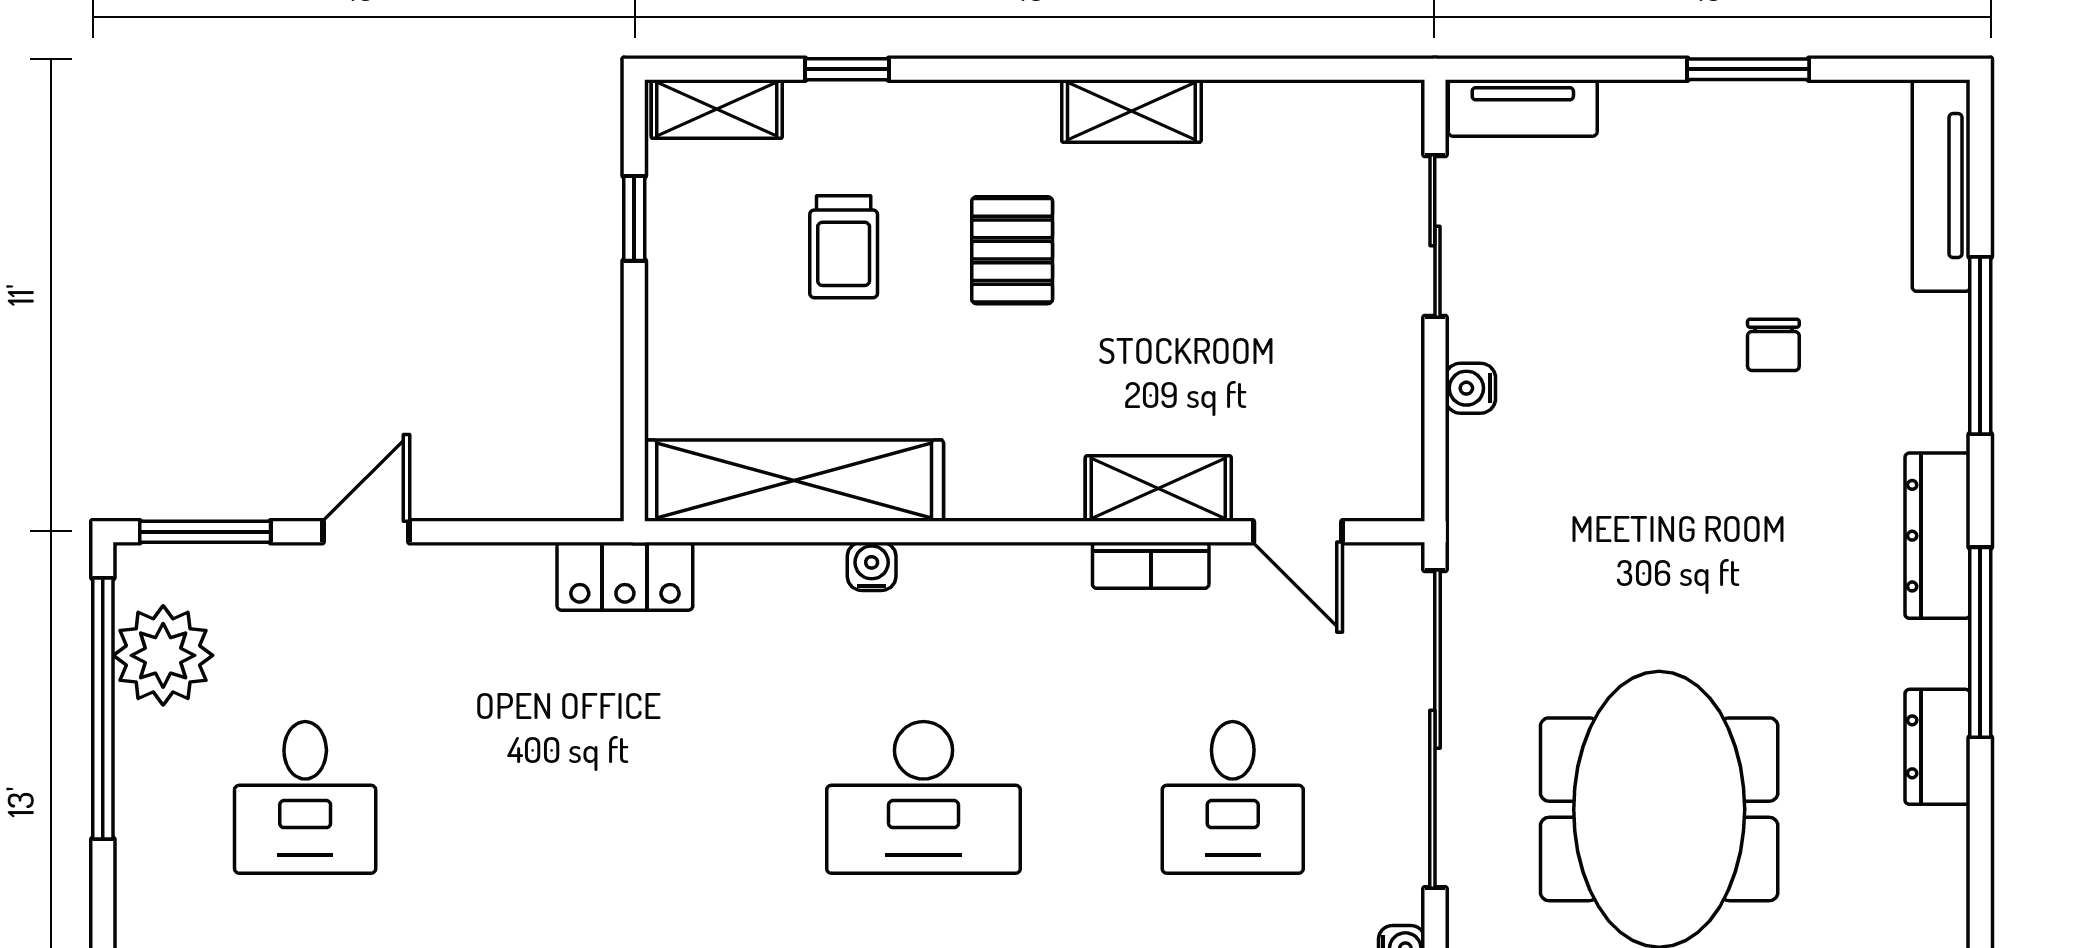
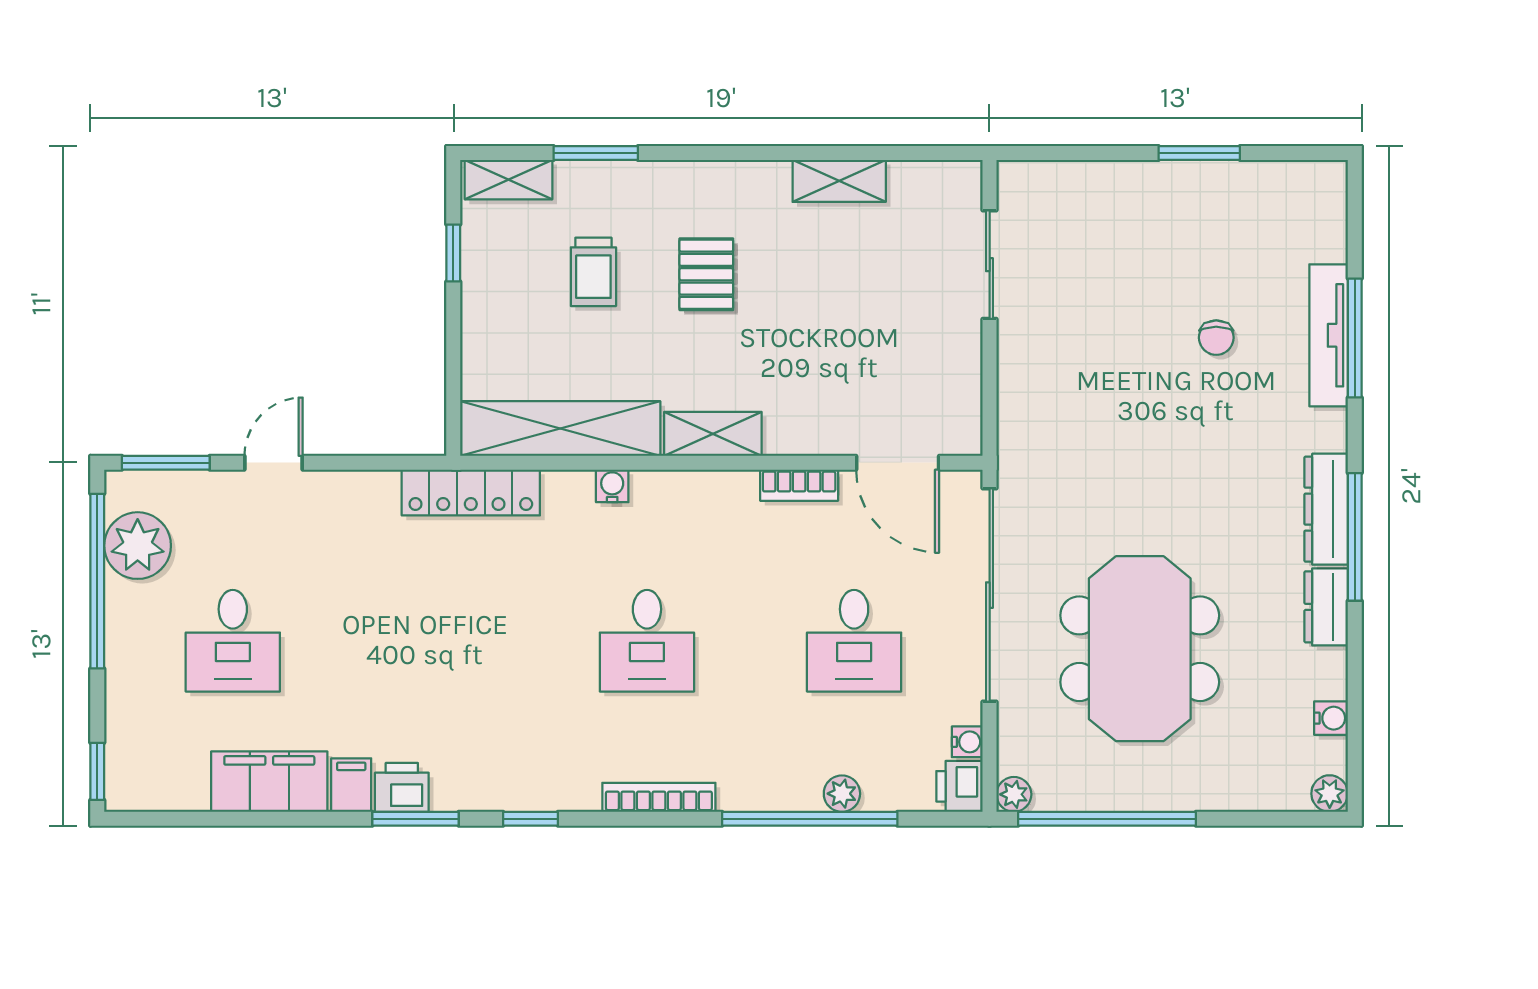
window: (847, 69) -> (596, 153), width x1.50
tv unit: (1523, 108) -> (1048, 179), removed
shelving: (1131, 111) -> (839, 181), moved
tv unit: (1941, 186) -> (1329, 335), moved
water cooler: (1470, 388) -> (1331, 718), moved, turned 180
shelving: (1158, 489) -> (713, 434), moved
door: (1298, 532) -> (898, 463), width x1.38
dresser: (1937, 536) -> (1326, 509), moved
locker: (625, 576) -> (471, 493), width x1.53
desk: (923, 797) -> (647, 641), width x0.73

